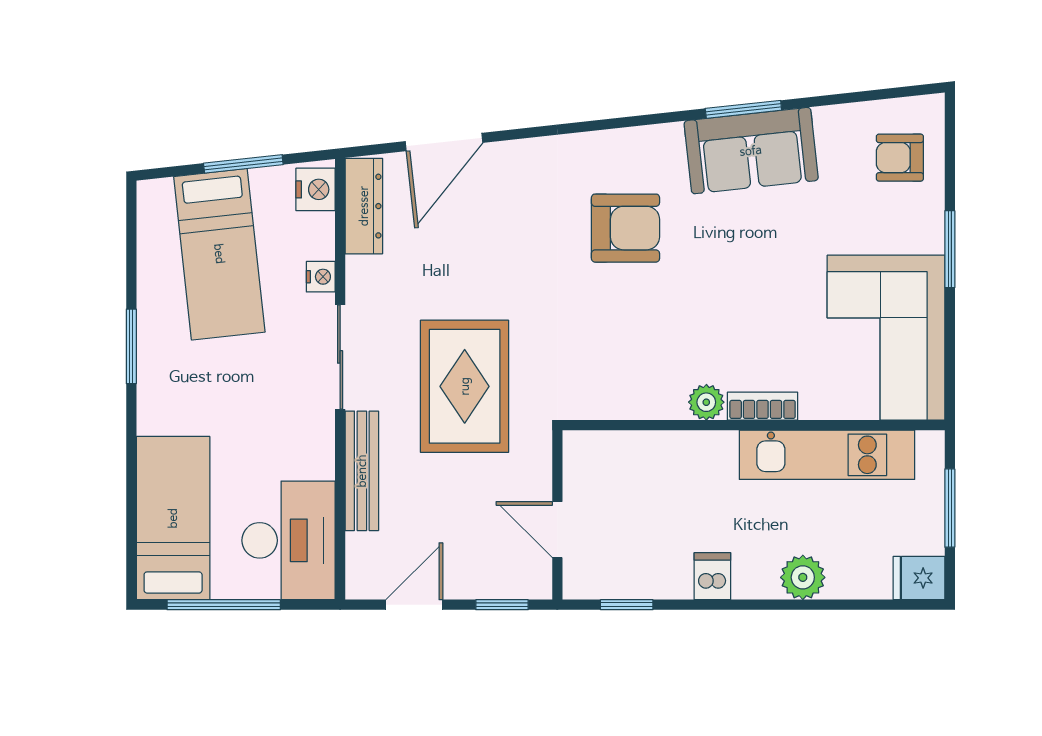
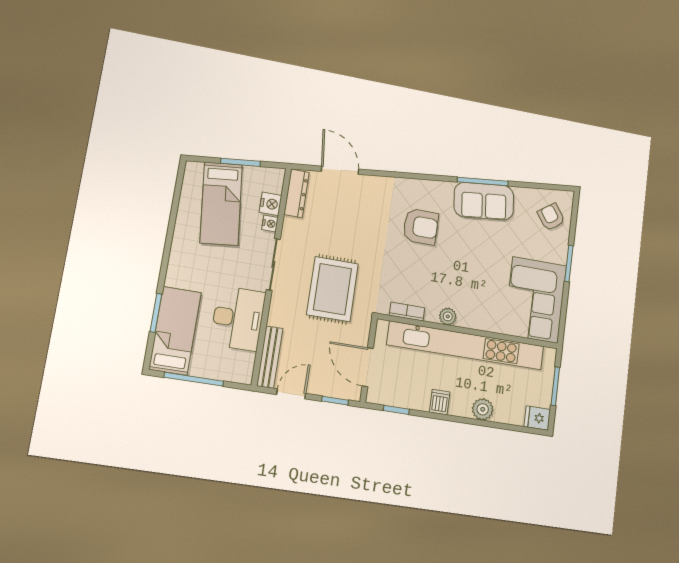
window: (743, 109) -> (483, 181), width x1.44
door: (444, 142) -> (340, 170), swing flipped
armchair: (900, 158) -> (551, 217), turned 55
nightstand: (316, 189) -> (270, 204), moved
window: (131, 346) -> (156, 313), moved
bookcase: (763, 406) -> (407, 312), moved
kitchen unit: (827, 455) -> (466, 345), width x1.86
bench: (362, 471) -> (270, 357), moved
door: (557, 530) -> (368, 367), width x1.38
desk: (289, 540) -> (238, 318), moved

